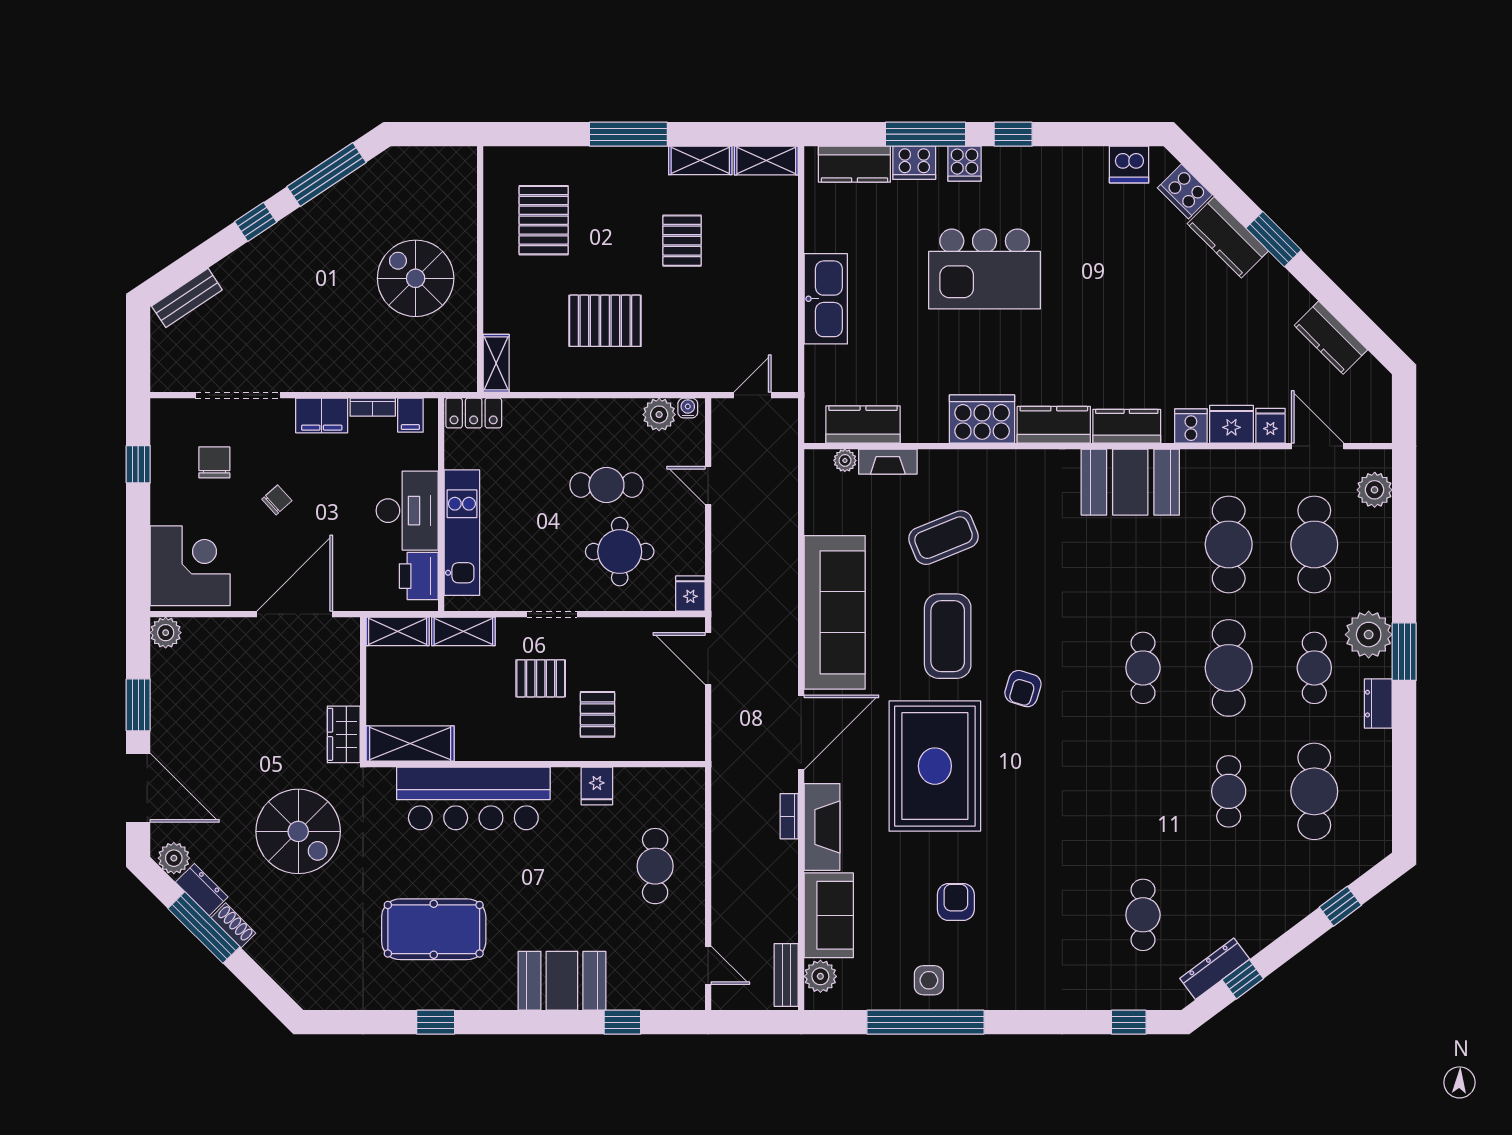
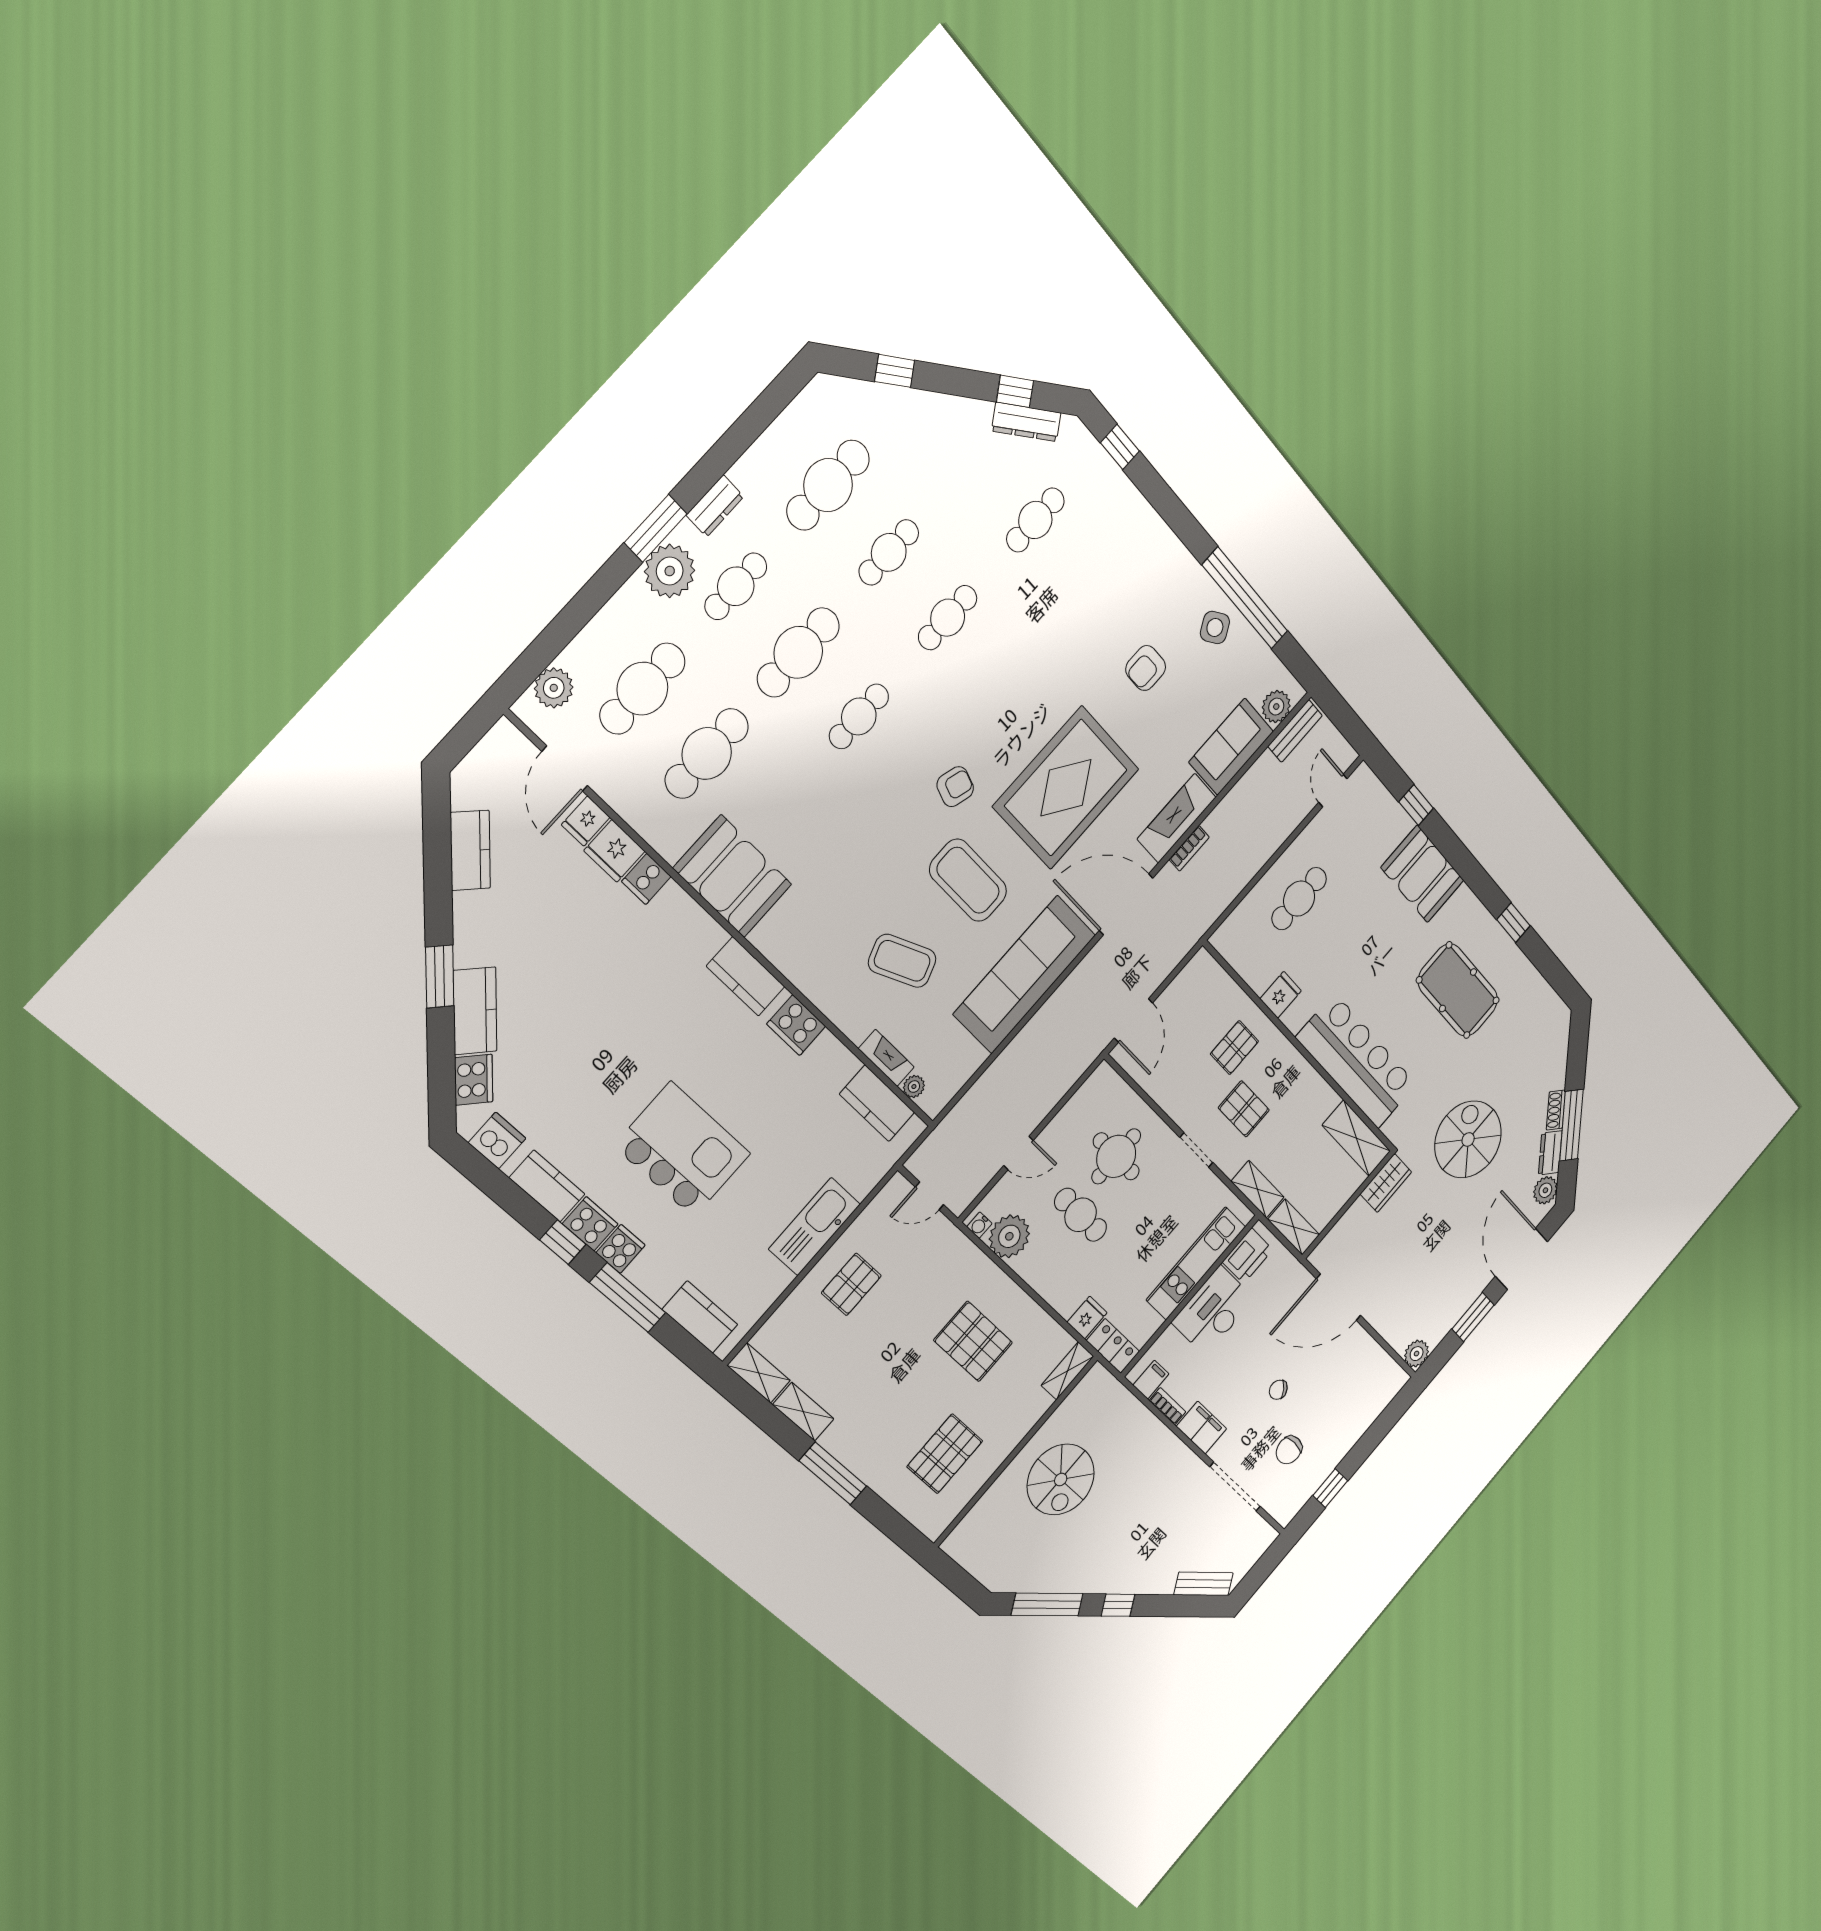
cooker: (914, 163) -> (590, 1224), moved
pallet: (682, 241) -> (851, 1284), moved
plant: (659, 415) -> (1009, 1236), width x1.36, depth x1.36
cooker: (982, 419) -> (796, 1025), width x0.73, depth x0.76
kitchen counter: (1127, 426) -> (547, 1186), moved, turned 180
door: (708, 485) -> (1018, 1153), hinge flipped
corner desk: (190, 566) -> (1364, 1388), removed
fridge: (690, 594) -> (1087, 1318), moved, turned 180
coffee table: (948, 636) -> (968, 880), turned 90
cafe table: (1143, 791) -> (948, 618), added
side table: (929, 980) -> (1215, 627), turned -31

